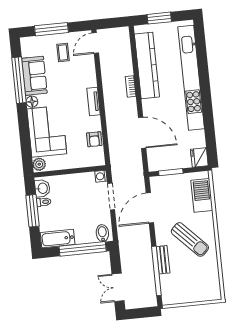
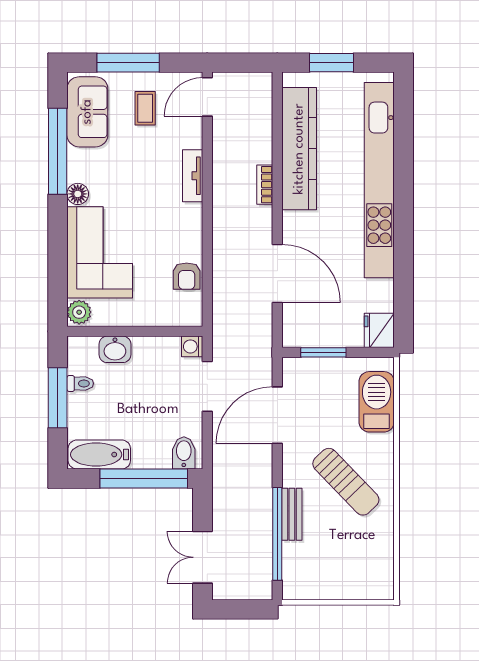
sofa: (34, 76) -> (87, 112), moved
tv unit: (93, 101) -> (193, 176), moved
washbasin: (42, 188) -> (115, 349), moved, turned 90

